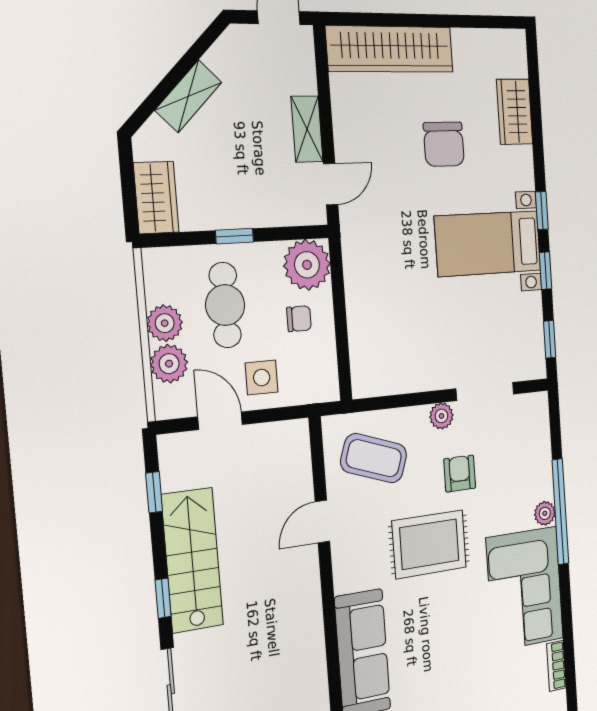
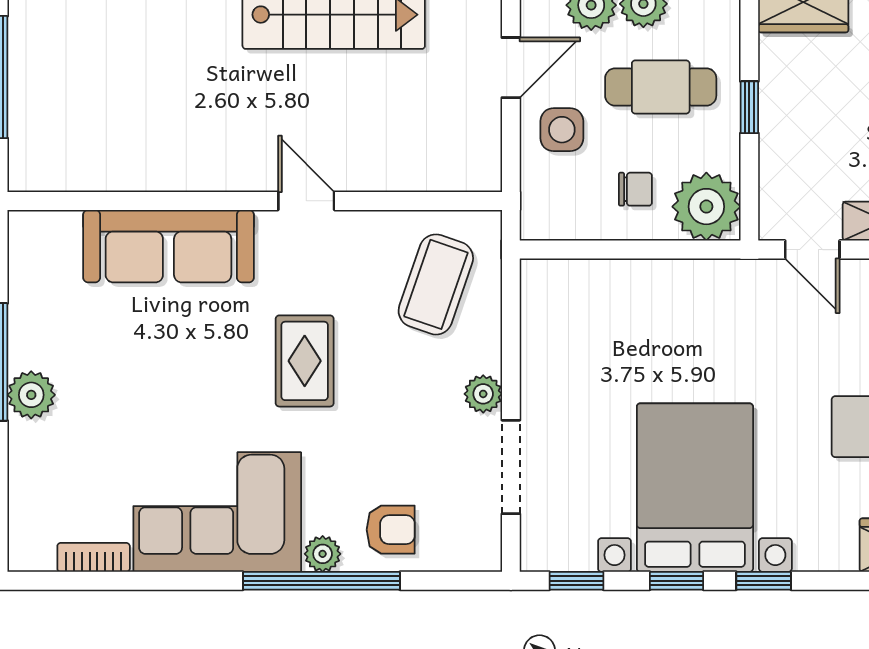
bed with nightstands: (488, 243) -> (695, 488), width x1.36
chair: (299, 319) -> (635, 189), turned -90
armchair: (460, 474) -> (391, 530), moved
door: (322, 522) -> (306, 201), moved
rug: (429, 544) -> (305, 361), width x0.73, depth x0.70

